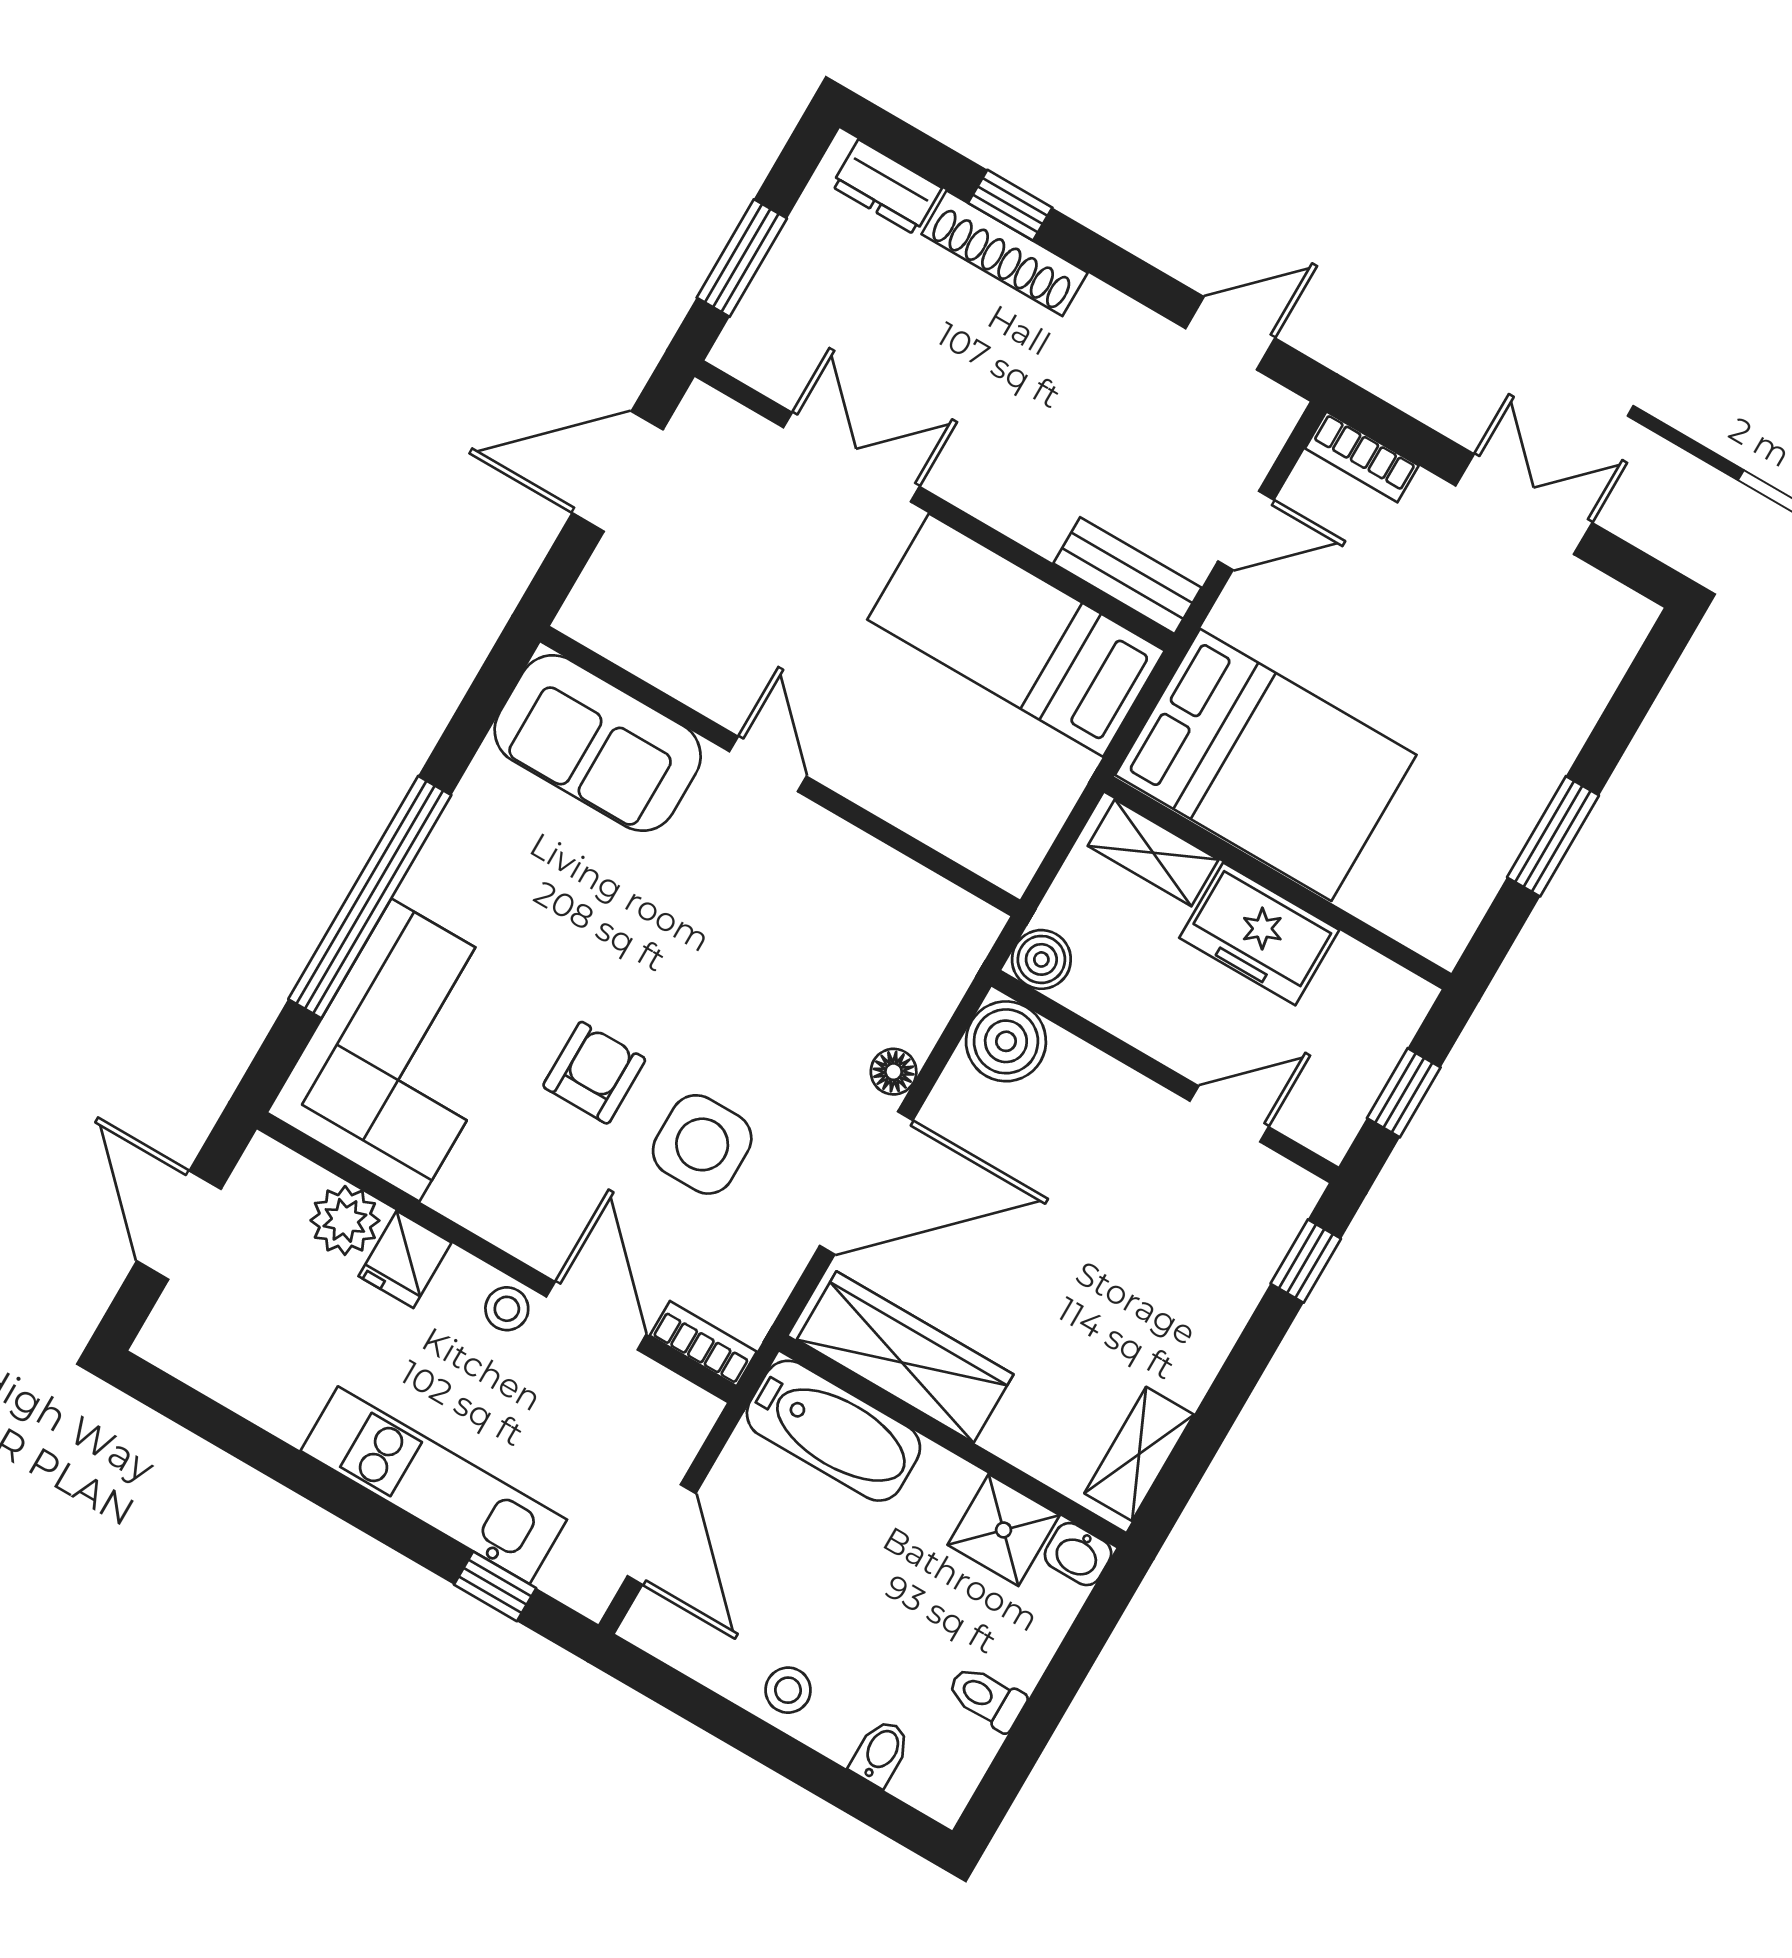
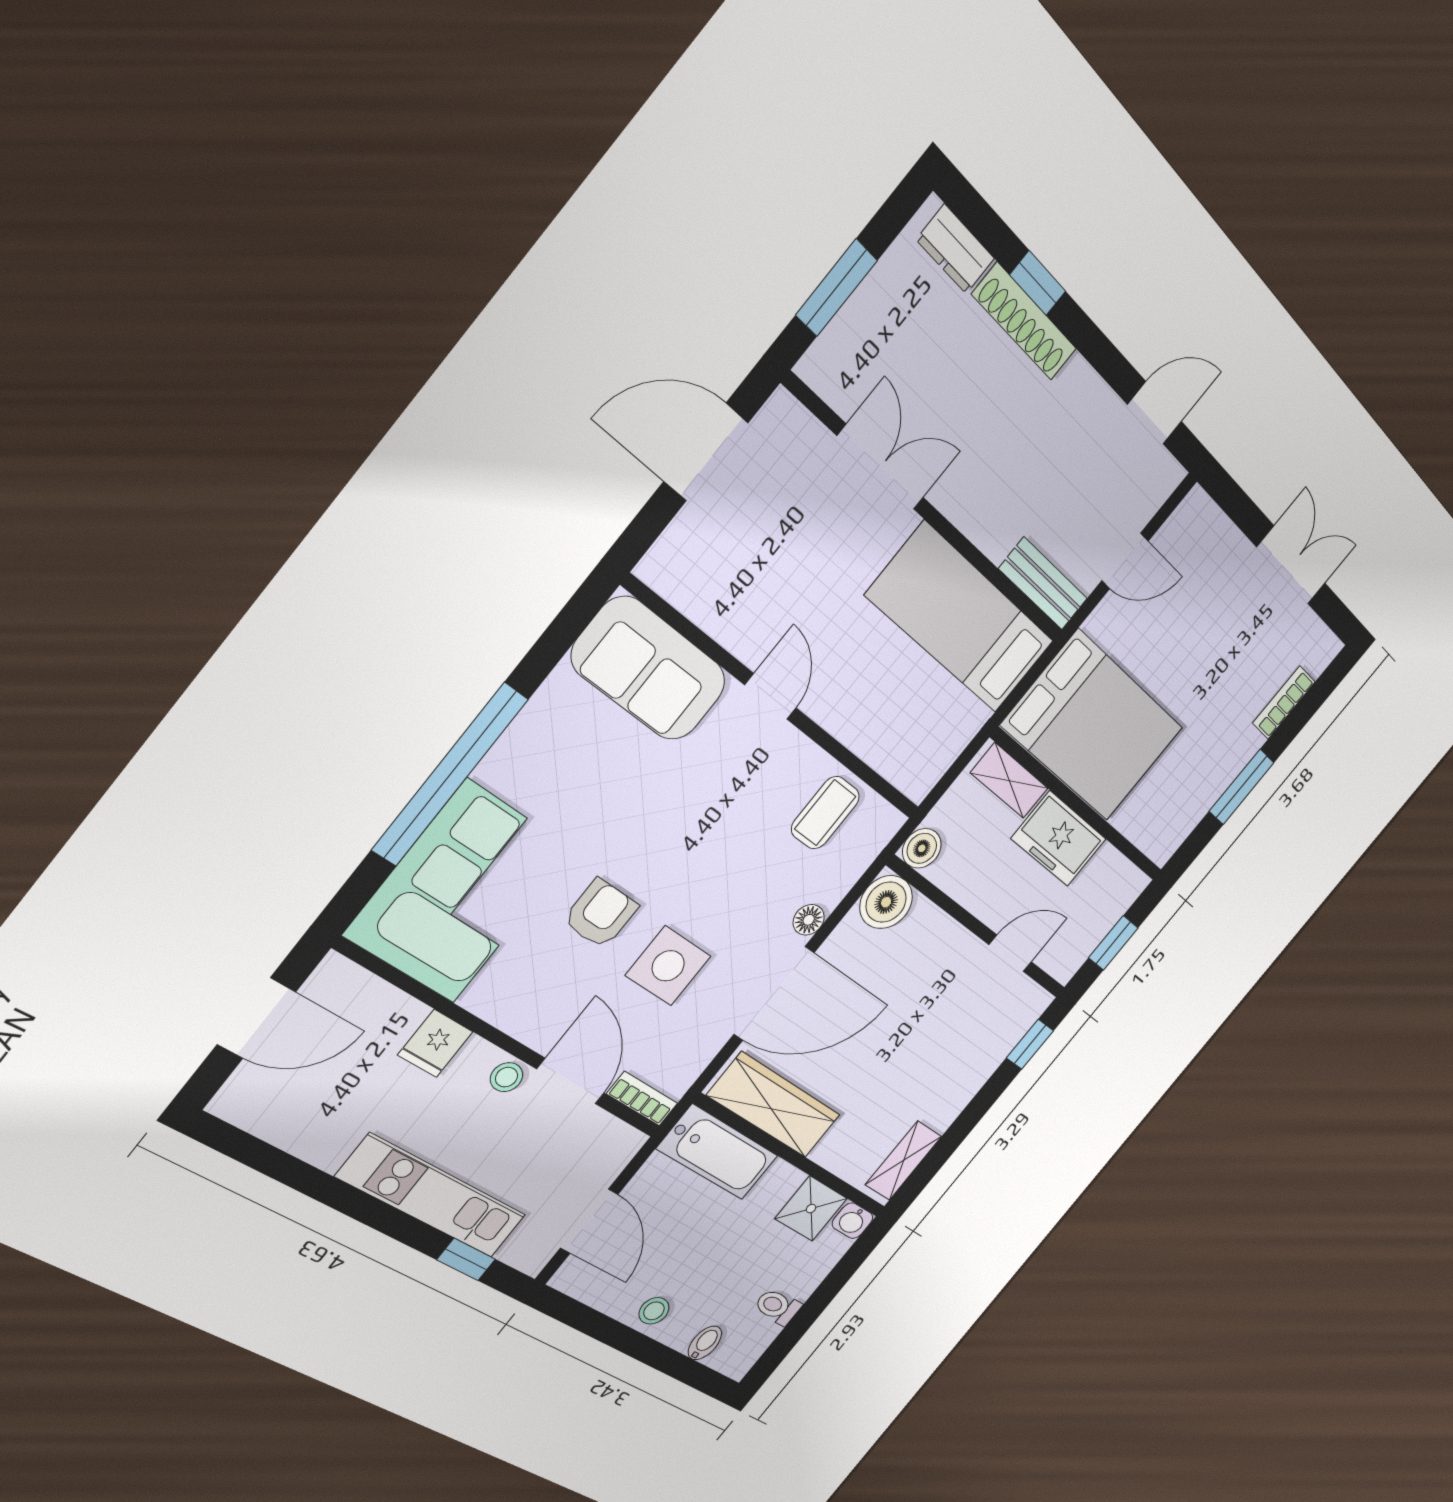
bookcase: (1362, 457) -> (1284, 703), moved, turned 90
coffee table: (882, 916) -> (825, 813), added
plant: (345, 1220) -> (393, 1016), removed
door: (179, 1225) -> (257, 1018), swing flipped

